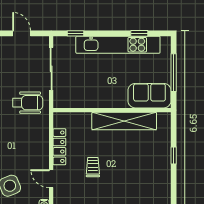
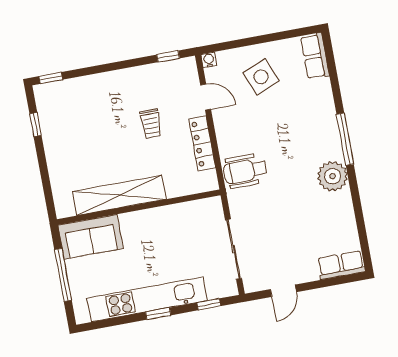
door: (22, 33) -> (283, 291), hinge flipped
window: (139, 33) -> (158, 314), moved
wheelchair: (28, 103) -> (245, 171), moved
window: (174, 155) -> (35, 125), moved

